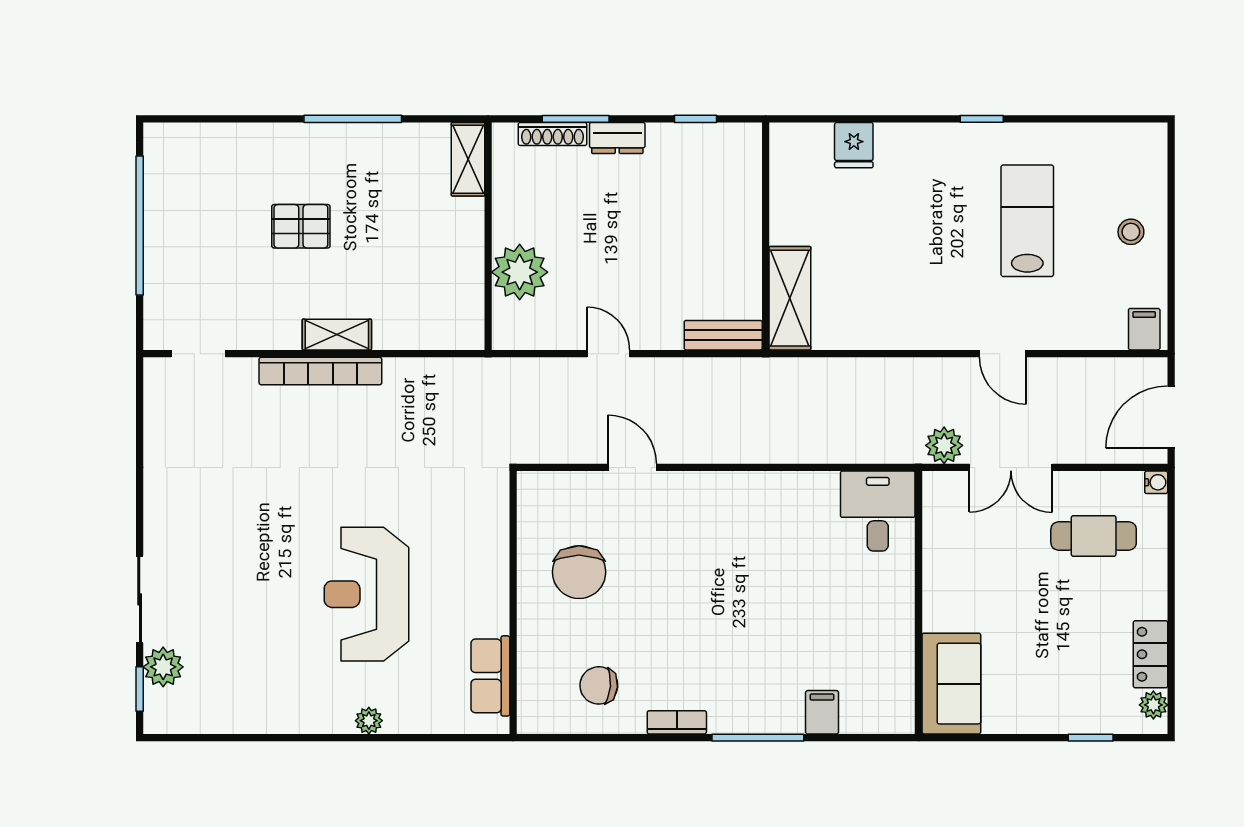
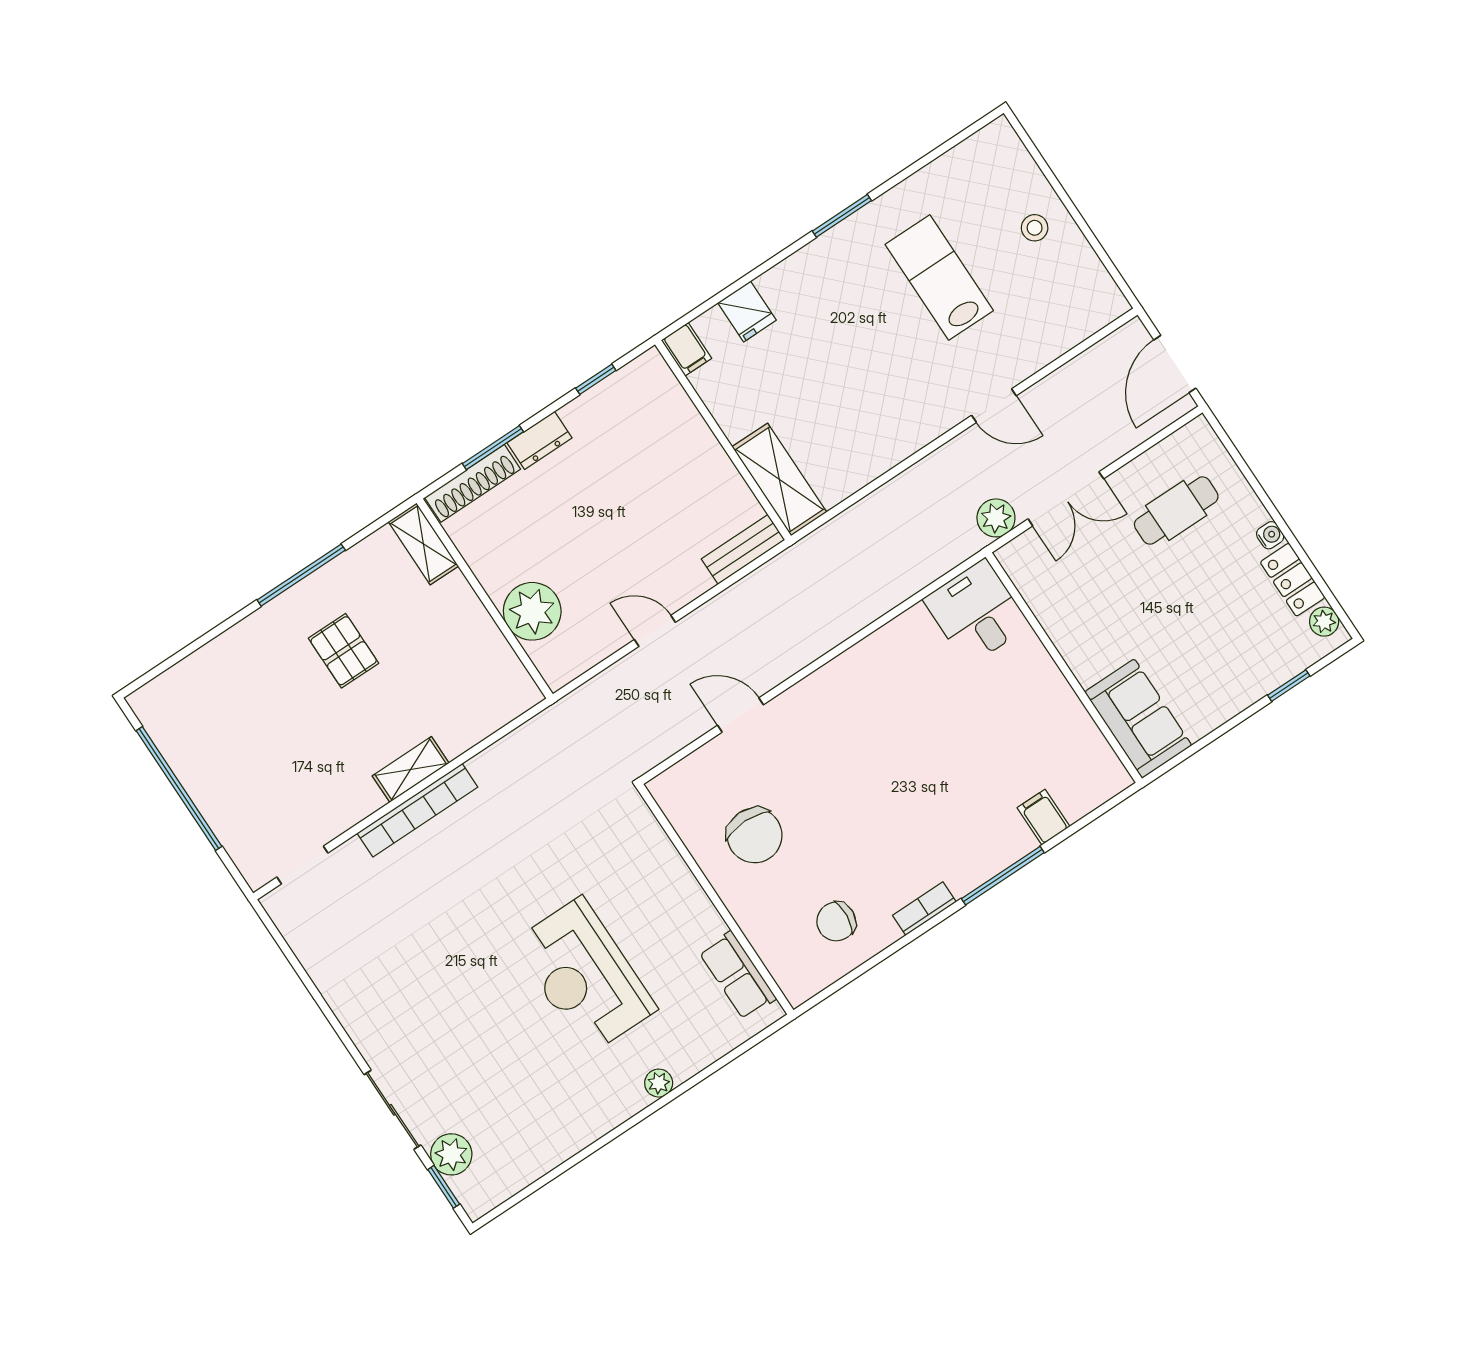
window: (982, 119) -> (842, 216), width x1.50
shoe rack: (553, 134) -> (473, 483), width x1.36, depth x1.24
pallet: (301, 226) -> (344, 651), moved, turned 90
filing cabinet: (1144, 329) -> (687, 349), moved, turned 180
water cooler: (1156, 482) -> (1270, 535), moved

